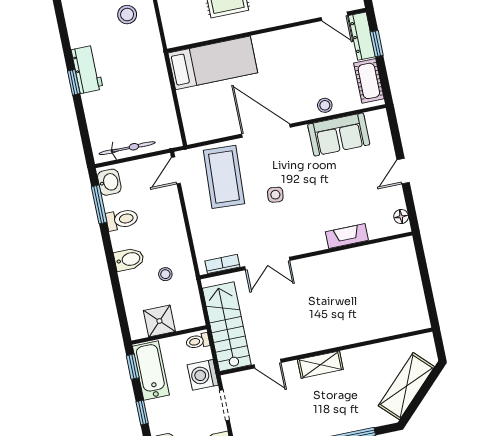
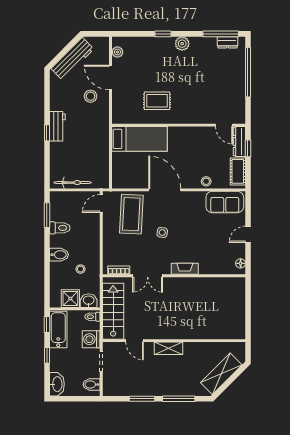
sofa: (339, 134) -> (225, 202), moved
washbasin: (109, 182) -> (89, 301), moved, turned -90
fireplace: (347, 236) -> (185, 269), moved

